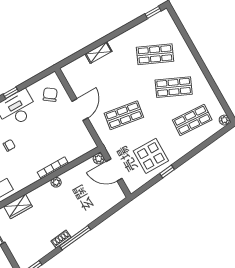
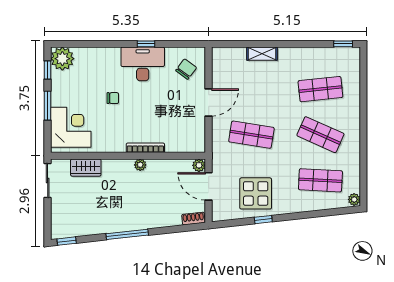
shop shelf: (155, 54) -> (320, 89), turned -30
shoe rack: (61, 239) -> (193, 219), moved

